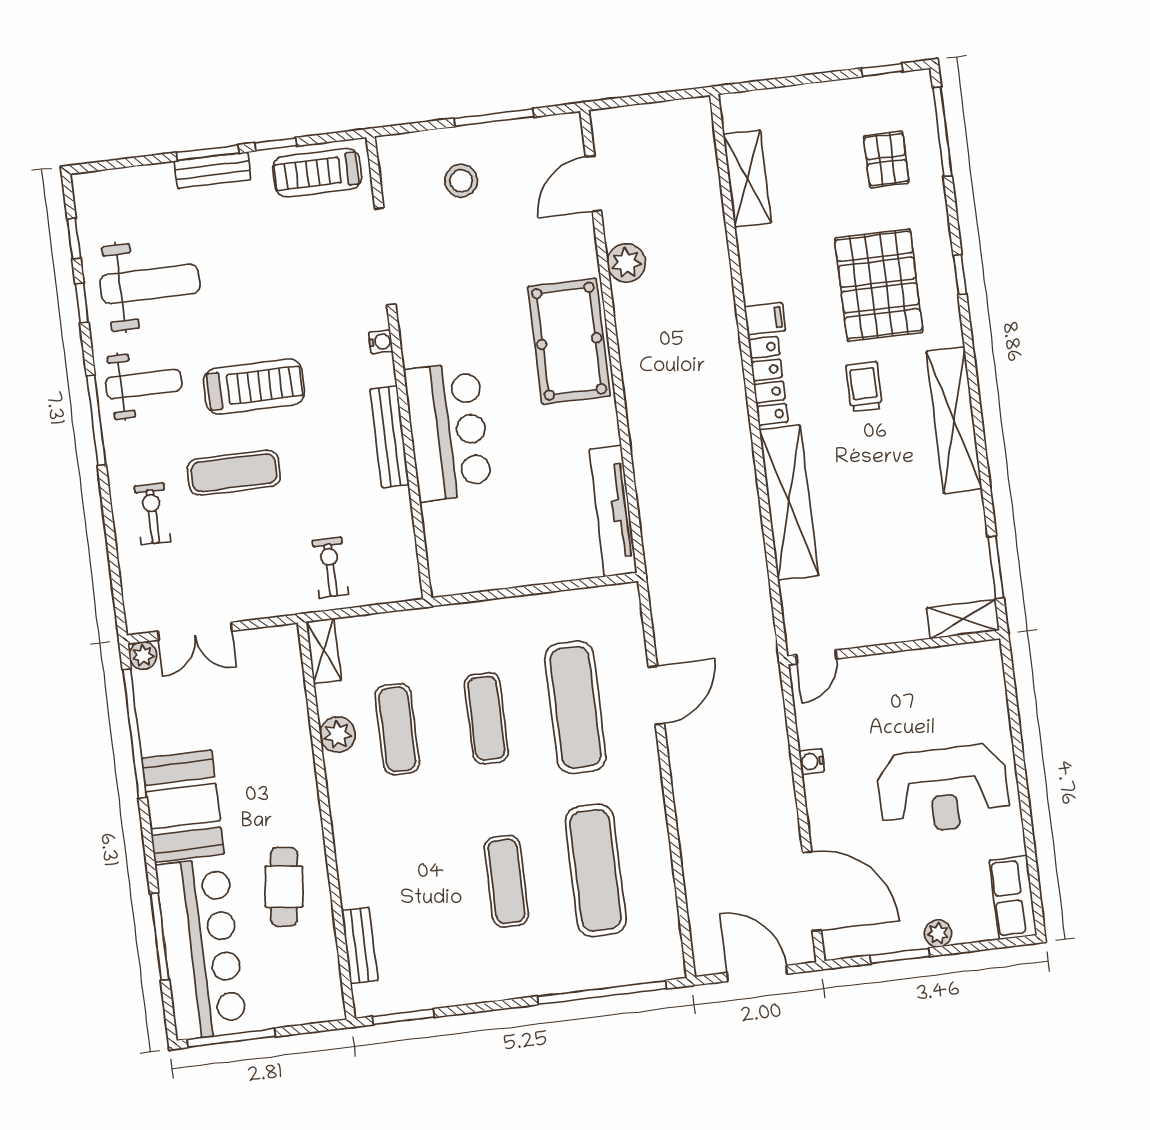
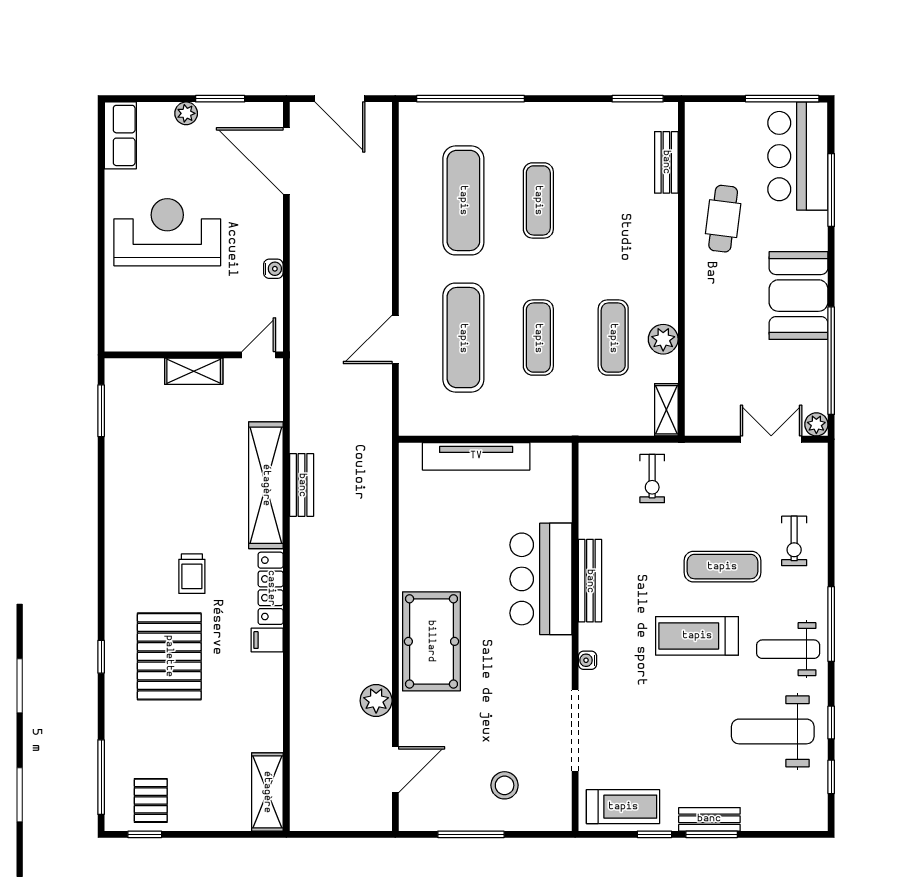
pallet: (886, 159) -> (151, 800), moved
shelving: (747, 179) -> (267, 792), moved
shelving: (954, 420) -> (121, 537), removed
bench: (746, 508) -> (302, 485), added
tv unit: (613, 511) -> (476, 456), moved, turned 90
shelving: (963, 619) -> (194, 371), moved
bar counter: (201, 949) -> (798, 156), width x0.73

